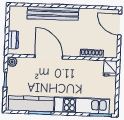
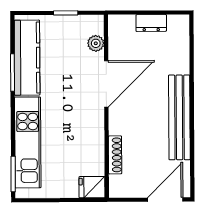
bench: (53, 13) -> (179, 117), moved
dresser: (13, 40) -> (151, 23), moved
plant: (12, 62) -> (96, 43), moved

